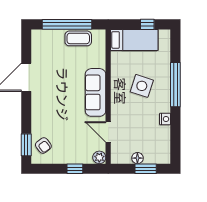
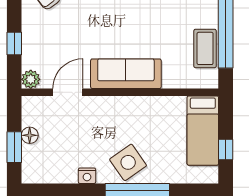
side table: (142, 86) -> (128, 162), moved, turned 37

